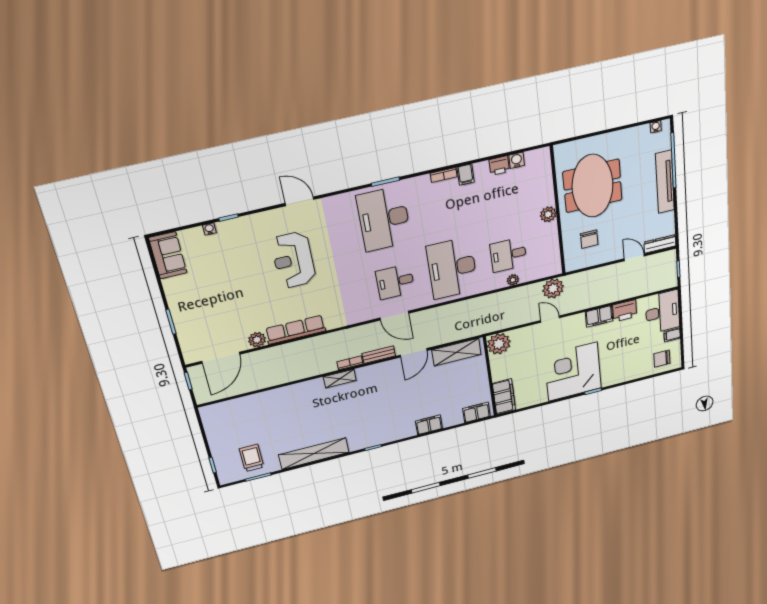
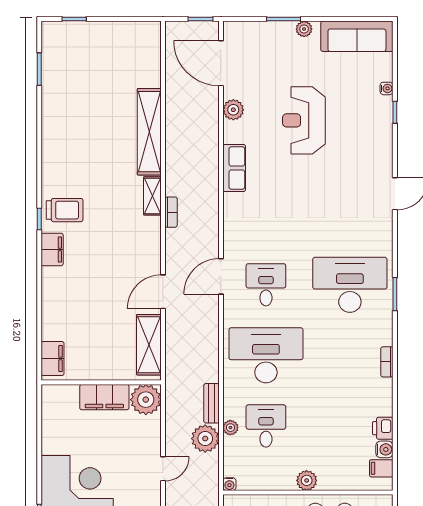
filing cabinet: (466, 175) -> (381, 468), moved
sofa: (168, 255) -> (357, 36), width x1.36
reception desk: (293, 260) -> (304, 120), moved, turned -90
water cooler: (557, 270) -> (229, 484), added
plant: (553, 288) -> (205, 439), moved
plant: (175, 304) -> (304, 29), added
row of seats: (295, 330) -> (234, 168), width x0.68
door: (414, 353) -> (163, 292), hinge flipped
bench: (379, 355) -> (211, 403), moved
filing cabinet: (504, 397) -> (104, 397), moved
filing cabinet: (429, 425) -> (52, 249), moved
shelving: (314, 454) -> (149, 132), moved
trolley: (252, 458) -> (65, 210), moved

